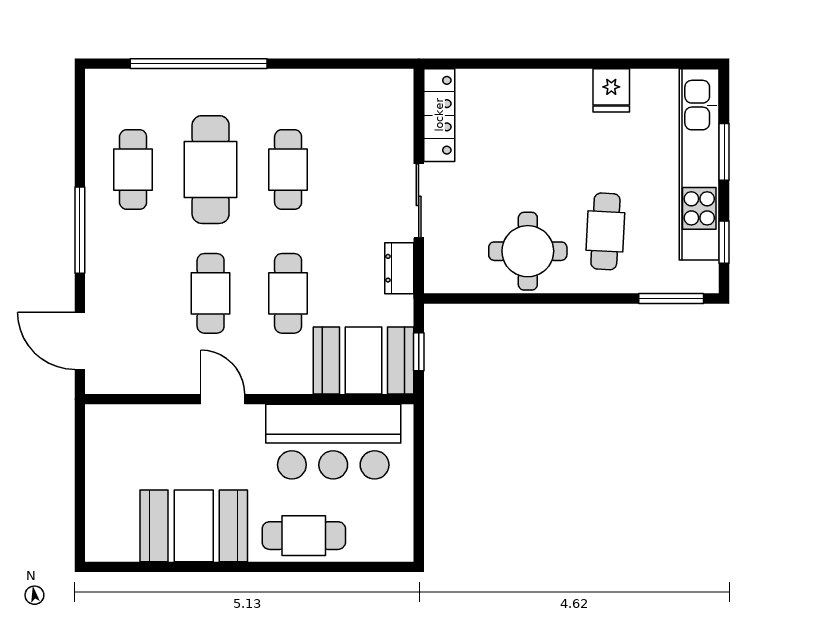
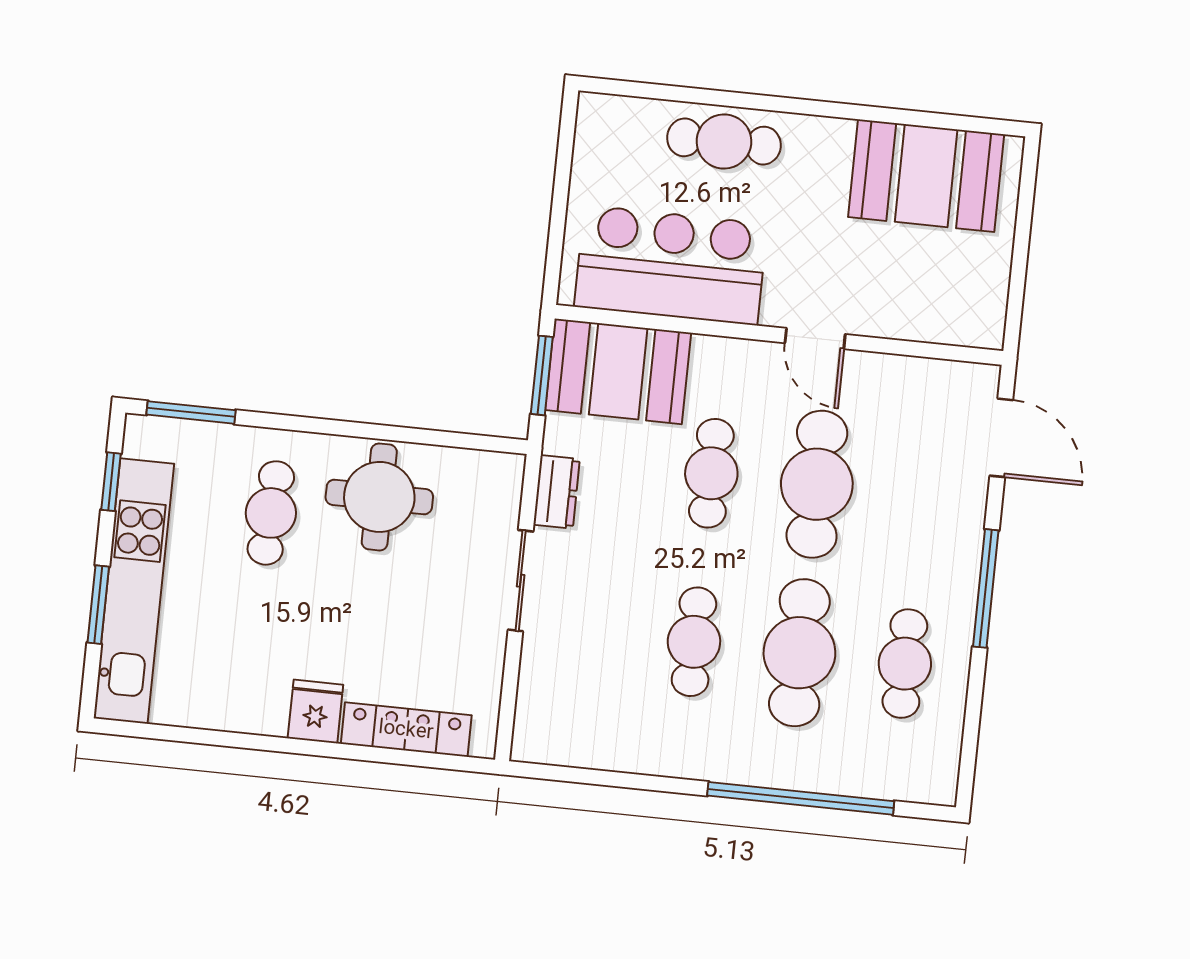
fridge: (611, 90) -> (315, 711), moved
locker: (439, 115) -> (406, 729), moved, turned 90
cafe table: (211, 293) -> (817, 484), width x1.37, depth x1.35
window: (419, 352) -> (542, 375), width x1.50
booth: (194, 526) -> (926, 176), moved

